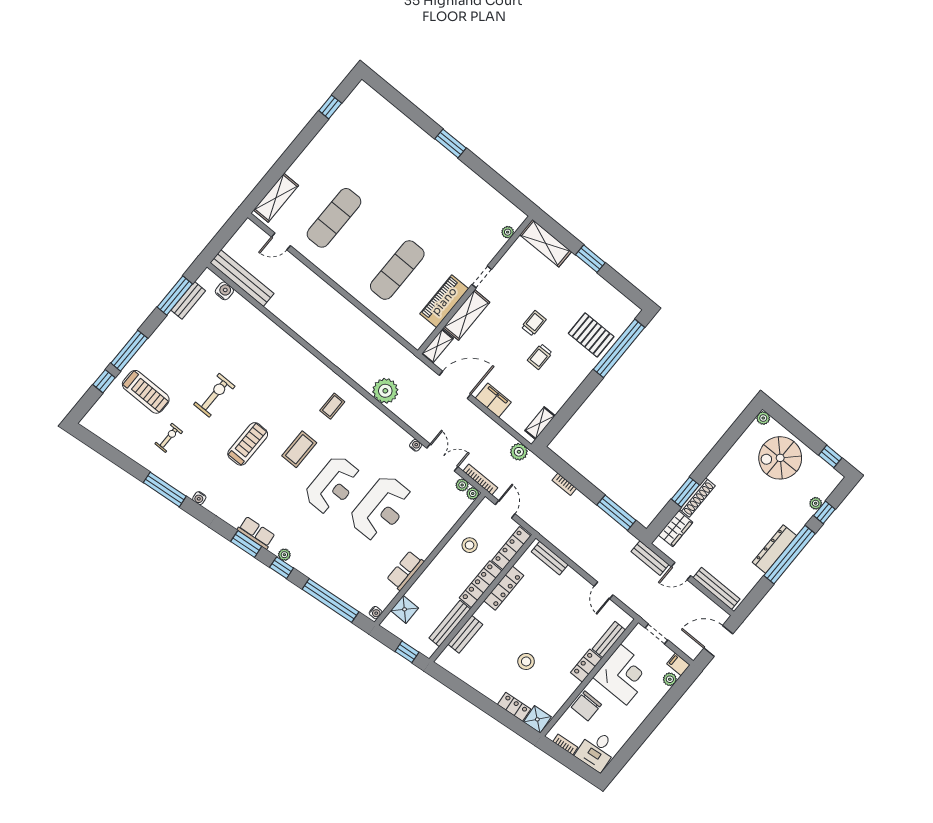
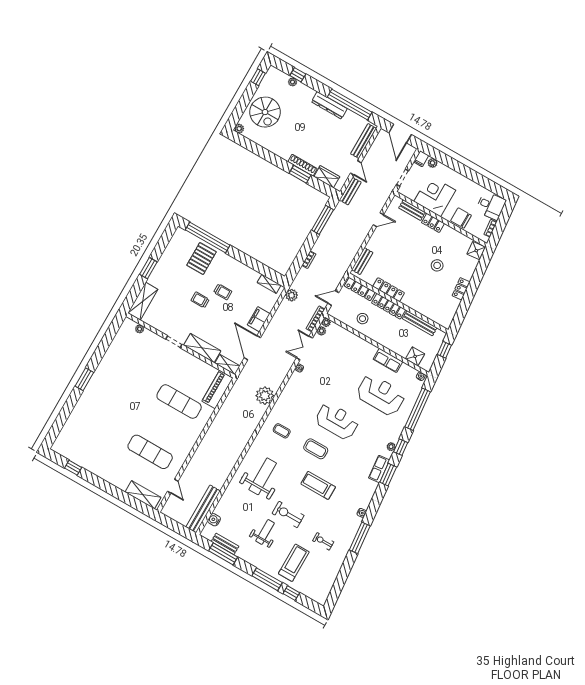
piano: (444, 301) -> (217, 389), moved, turned 90
weight bench: (195, 359) -> (265, 532), added
weight bench: (273, 369) -> (263, 476), added
reception desk: (381, 508) -> (381, 395), moved
window: (790, 555) -> (350, 105), moved
bench: (465, 634) -> (425, 311), removed
chair: (586, 706) -> (461, 218), turned 180
locker: (514, 707) -> (461, 289), moved

